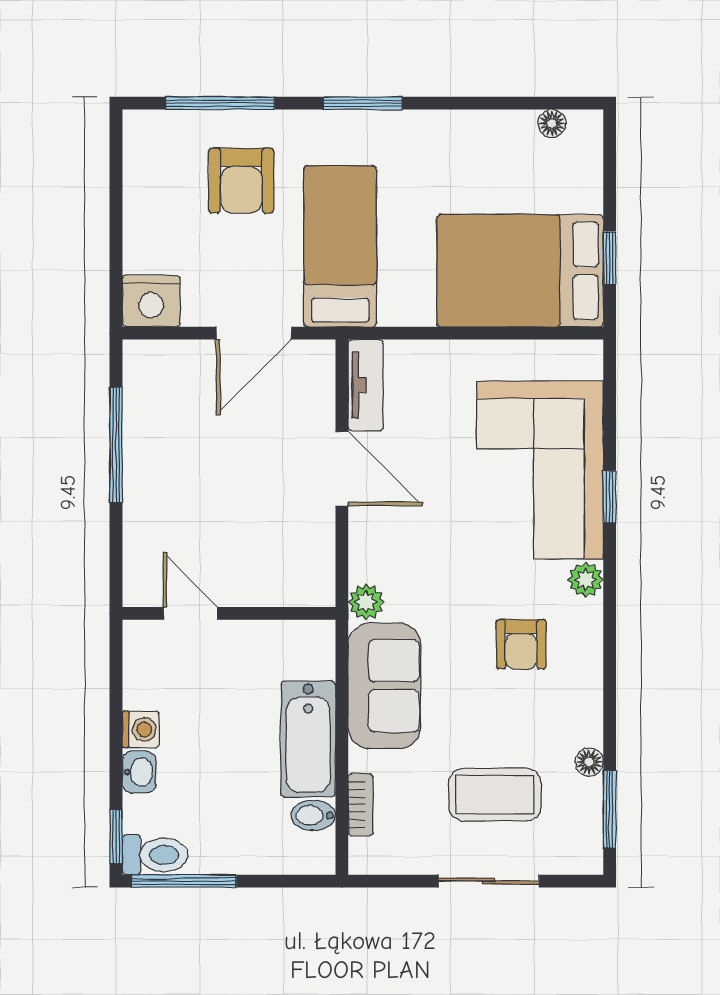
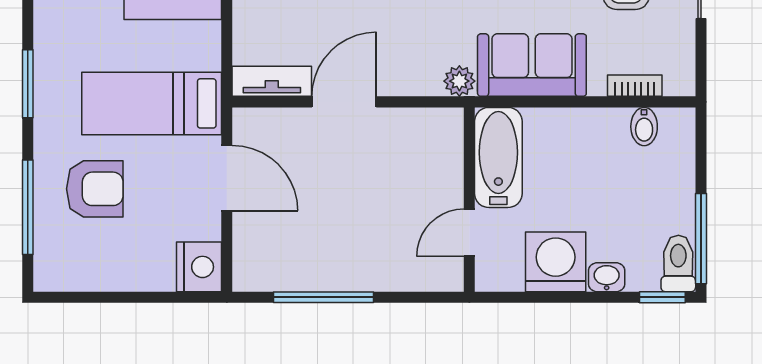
washing machine: (141, 729) -> (556, 262), width x1.89, depth x1.89
bathtub: (308, 739) -> (498, 157), moved, turned -90

